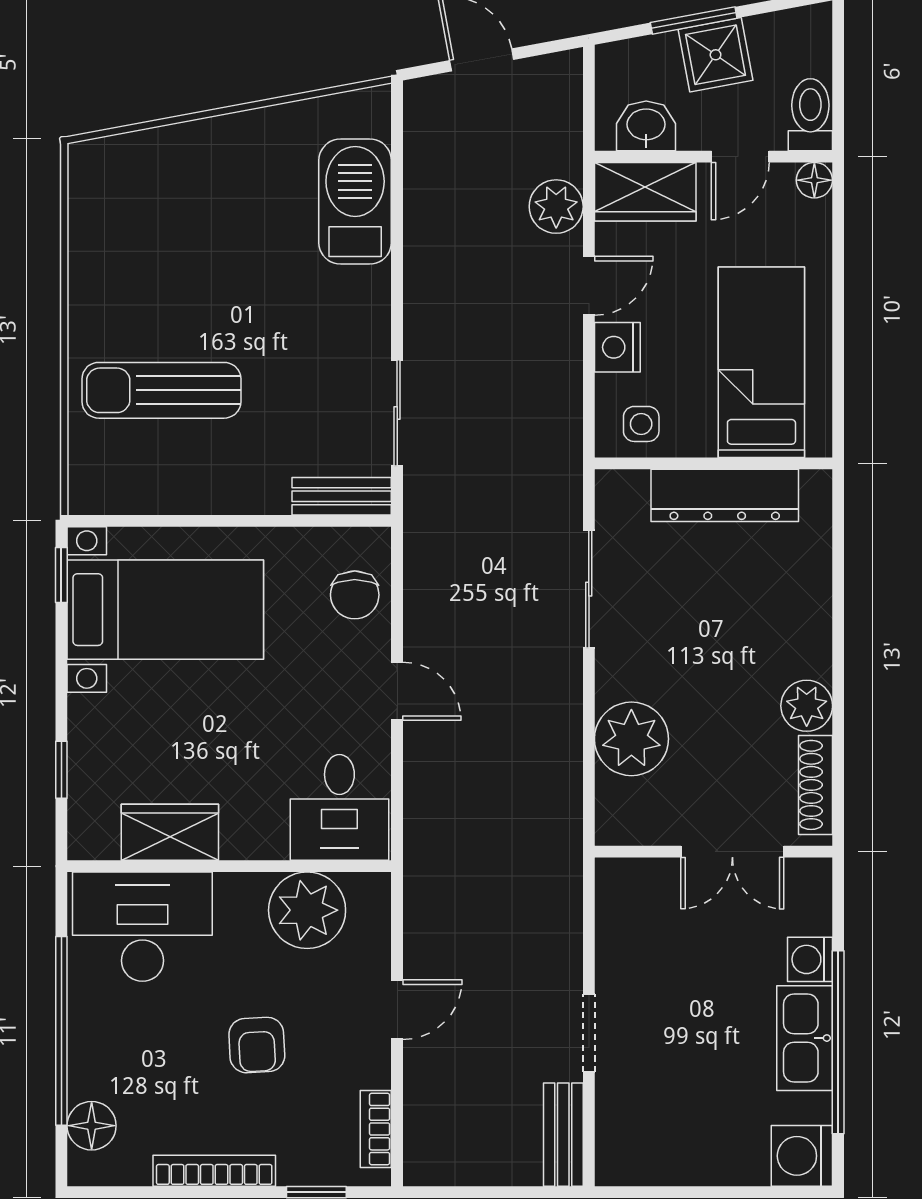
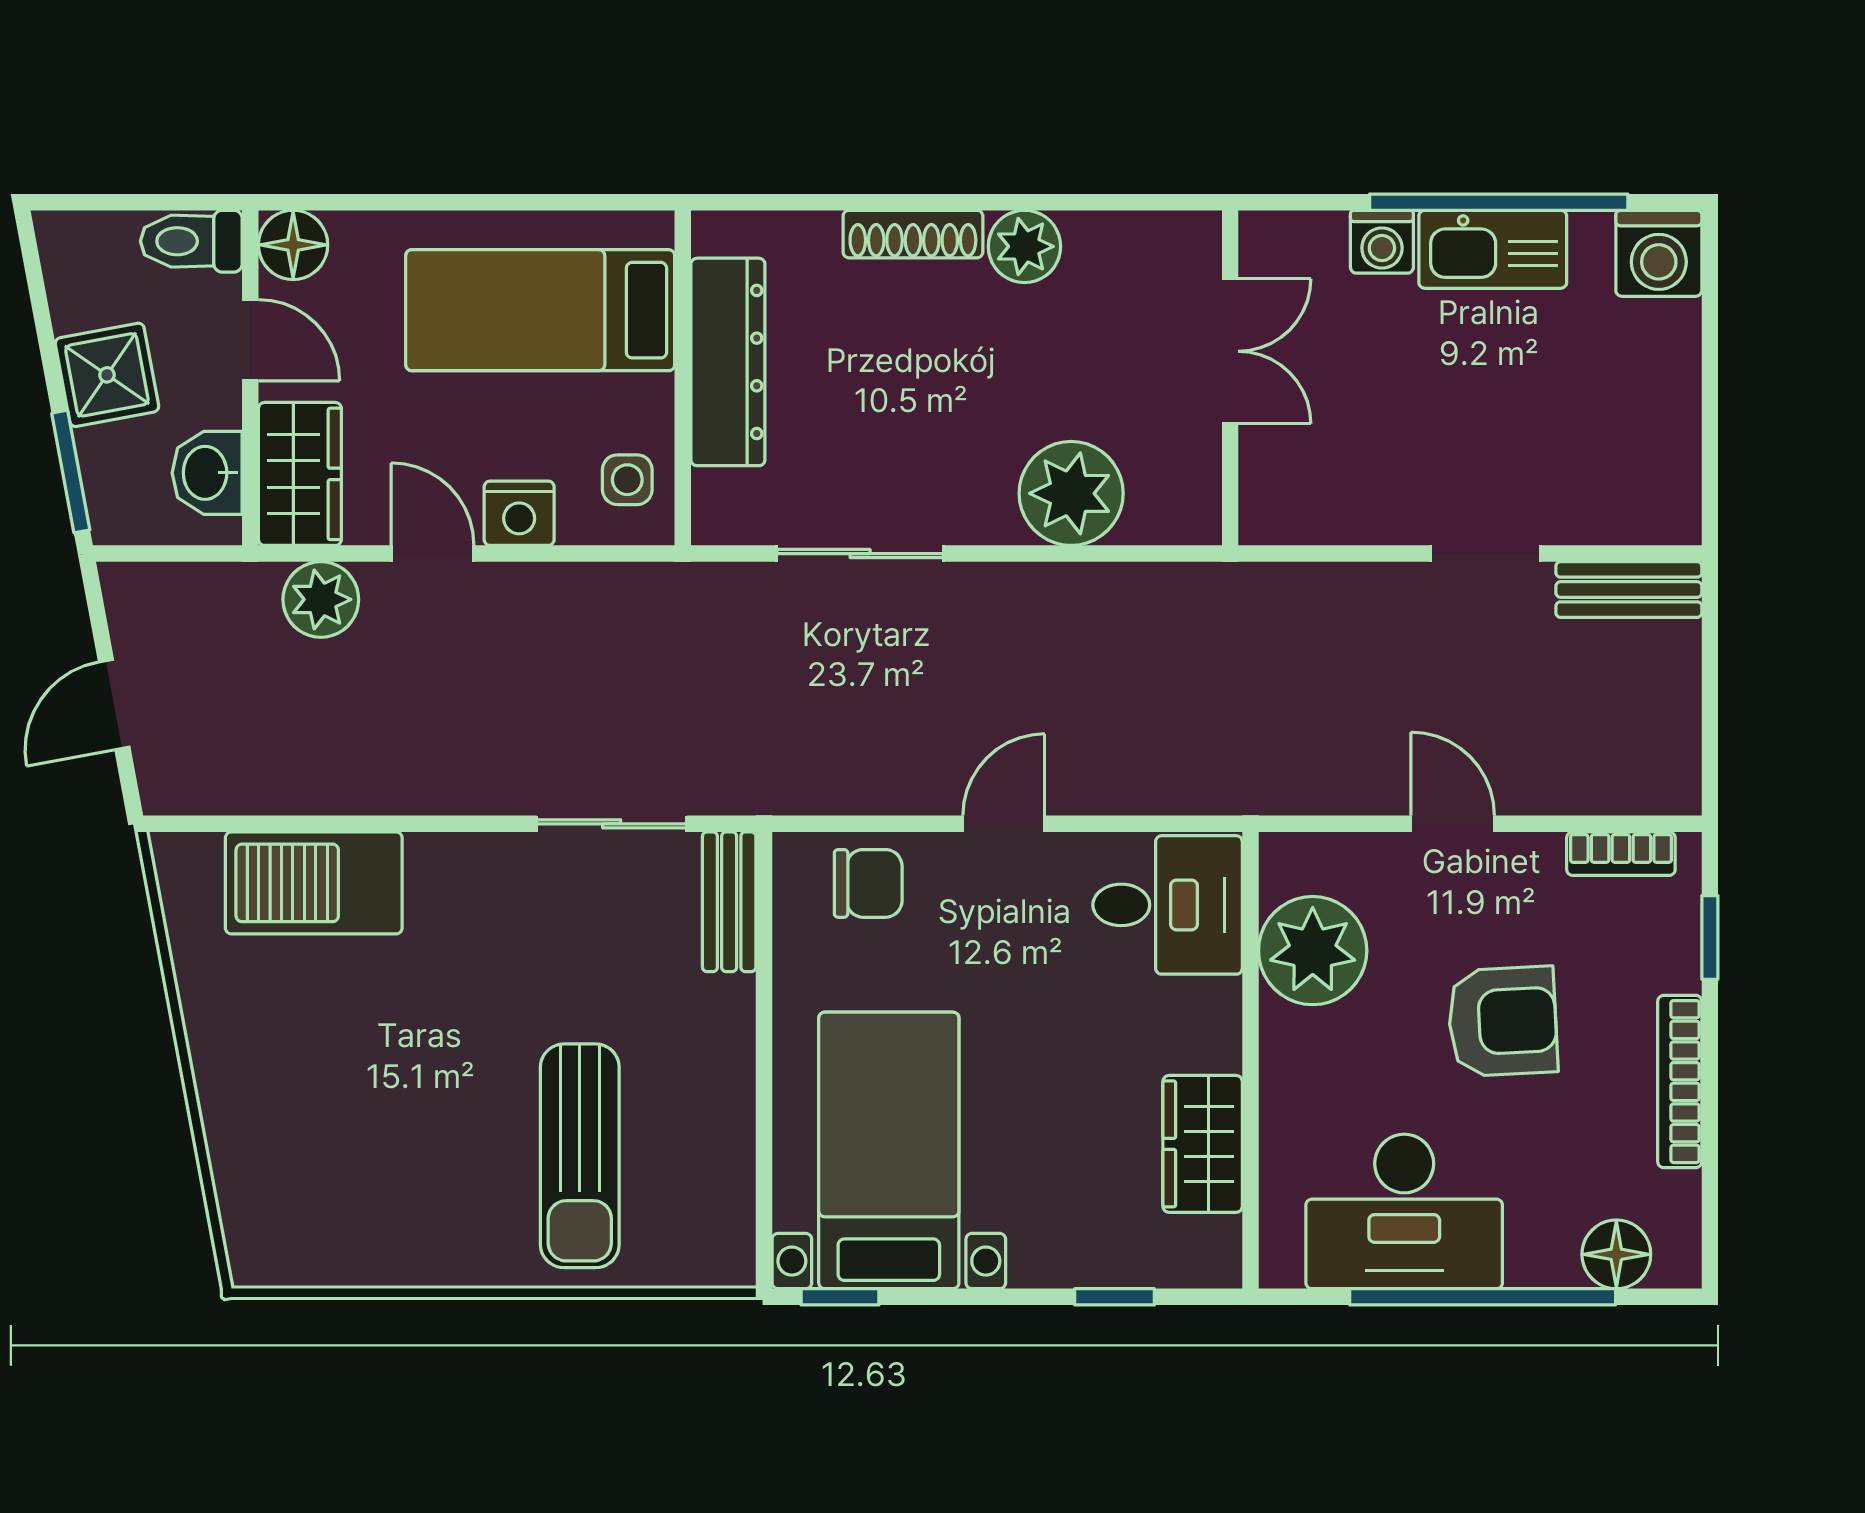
window: (694, 20) -> (71, 472), moved
floor lamp: (814, 180) -> (293, 245), width x1.37, depth x1.37
shoe rack: (815, 785) -> (913, 234), moved
desk: (142, 927) -> (1404, 1211), moved, turned -90
armchair: (257, 1045) -> (1503, 1021), width x1.38, depth x1.38

